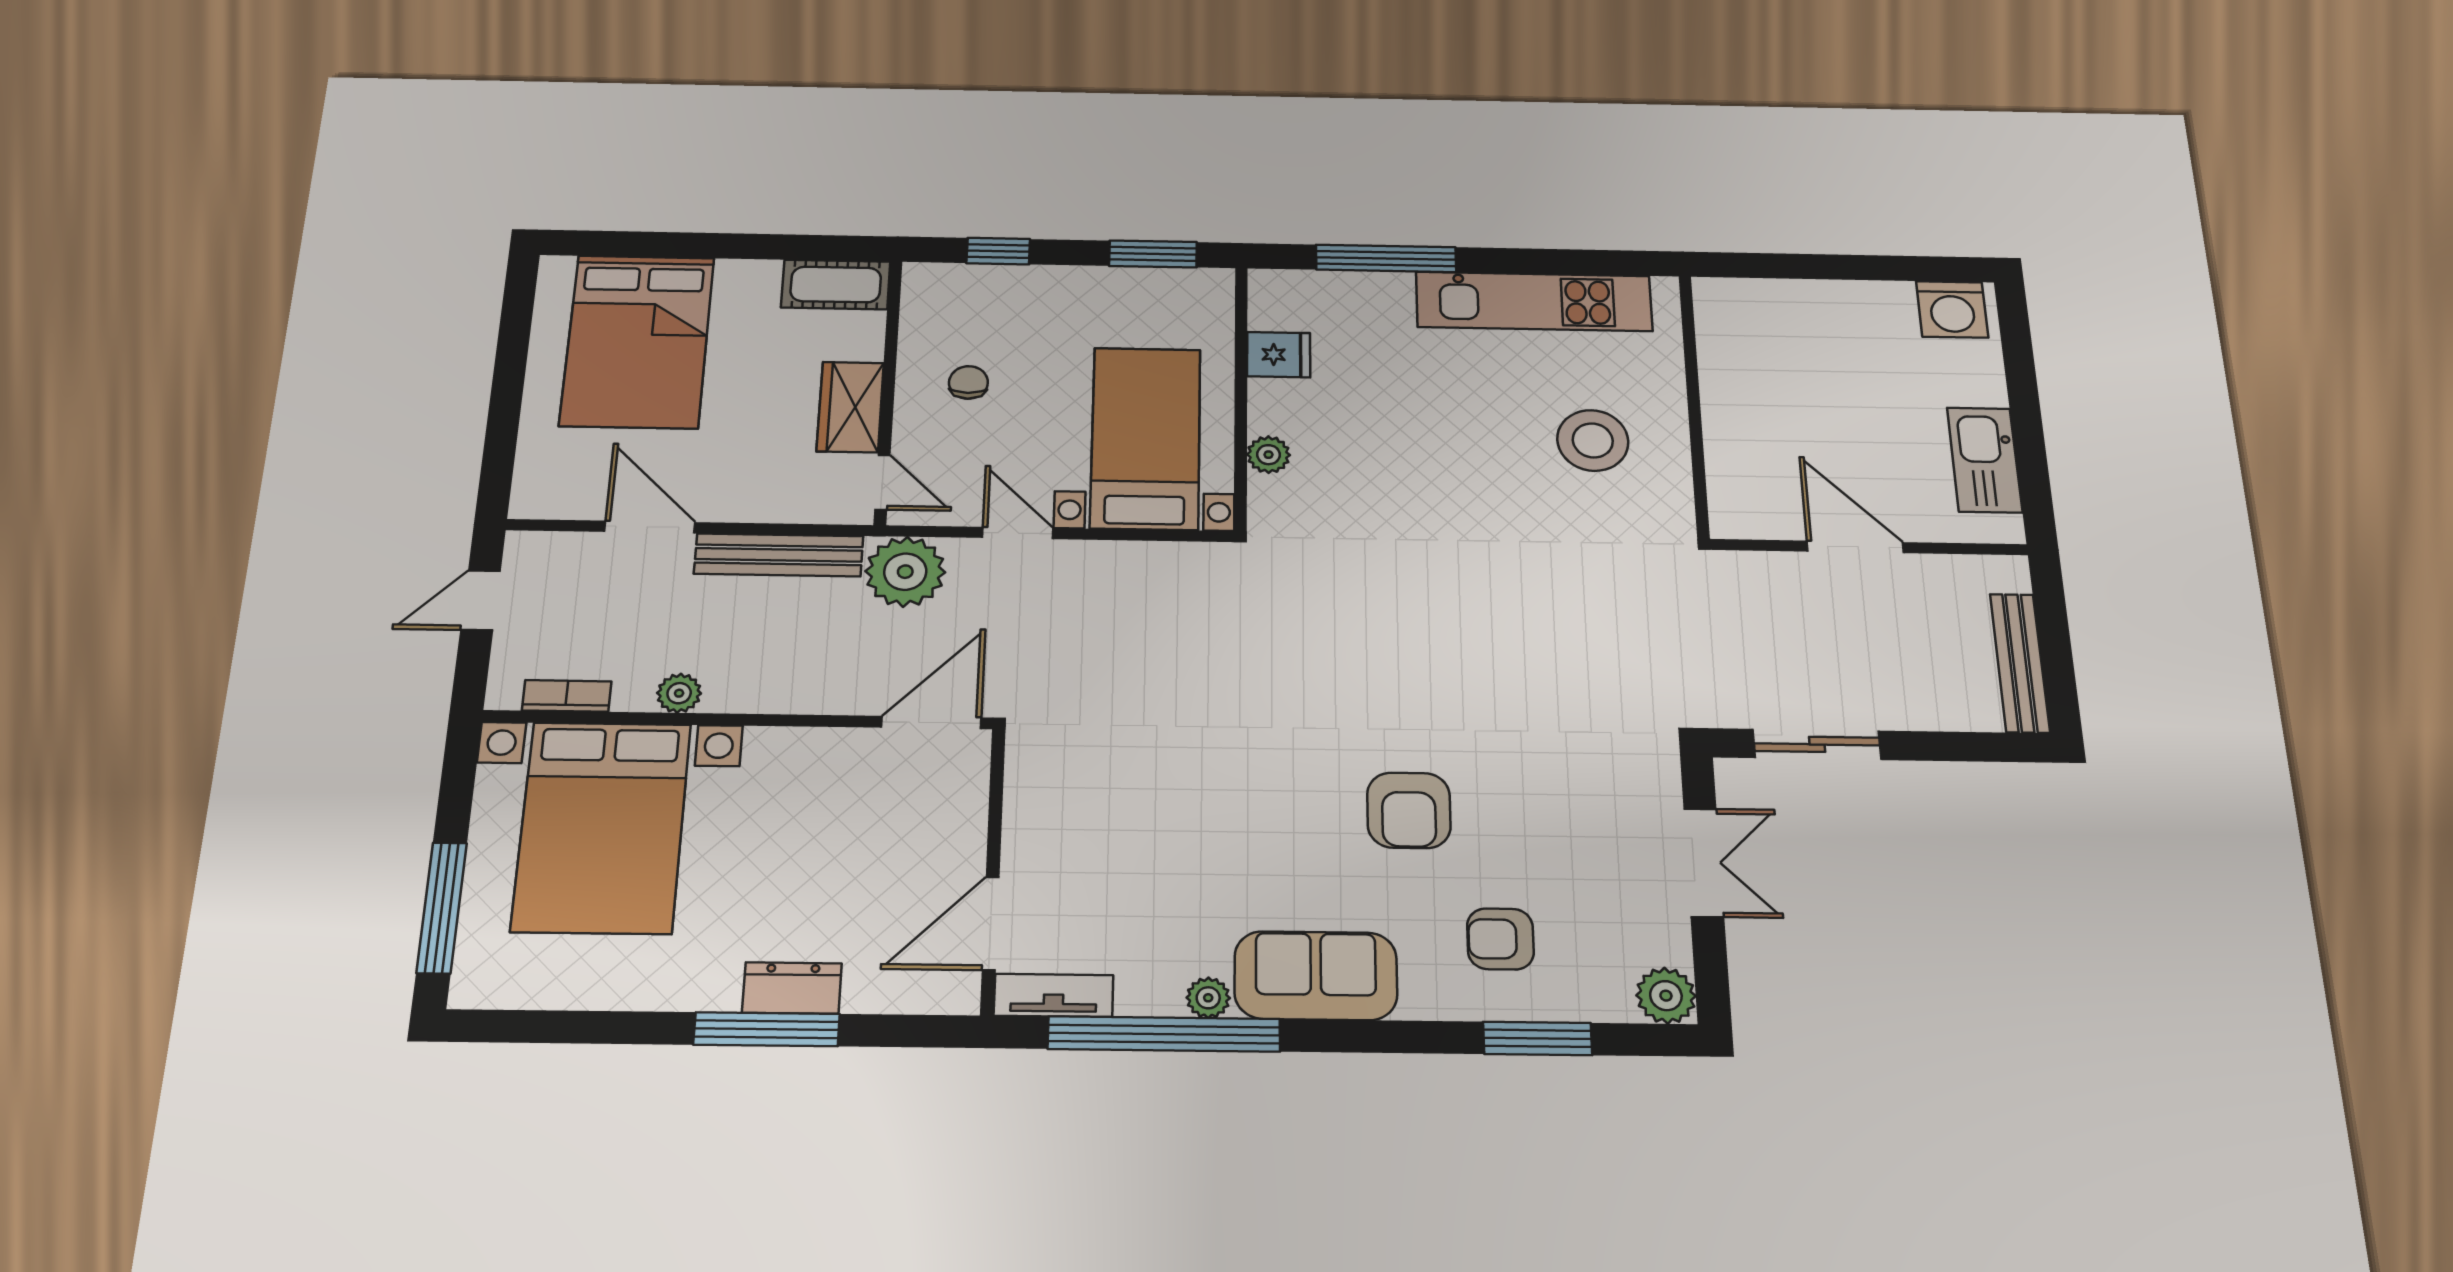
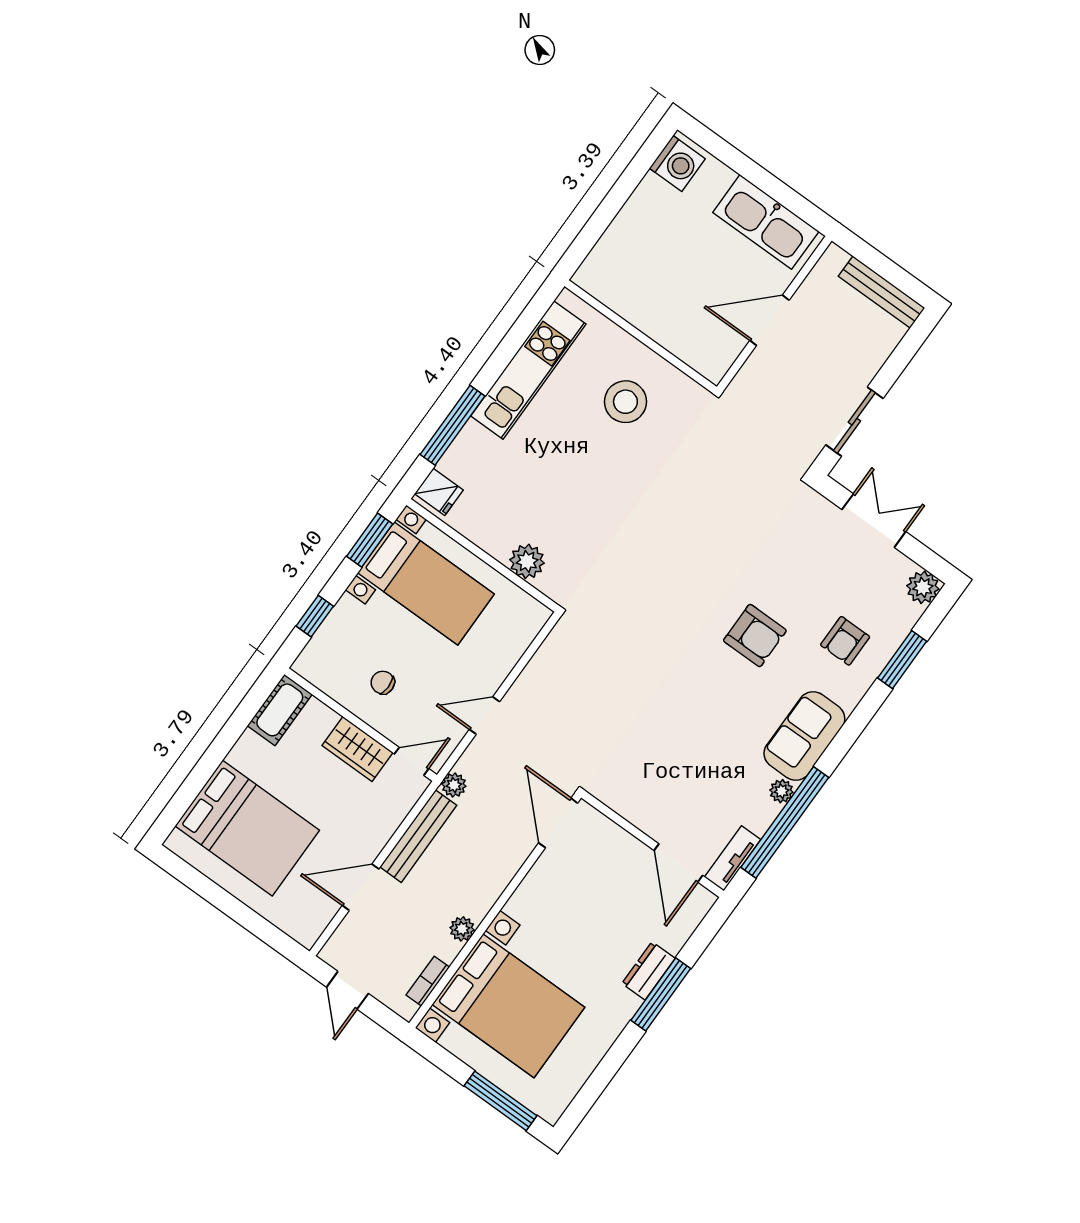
fridge: (1279, 355) -> (439, 492), moved, turned 90
bed with nightstands: (1146, 438) -> (426, 583), moved, turned 180
plant: (1268, 455) -> (527, 561), width x1.38, depth x1.38
kitchen sink: (1985, 460) -> (766, 222), width x1.36, depth x1.24
plant: (905, 572) -> (454, 785), width x0.53, depth x0.53

